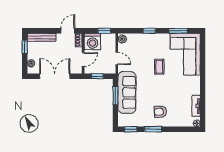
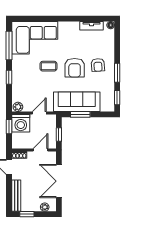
window: (178, 31) -> (9, 46), width x1.44
washing machine: (92, 41) -> (21, 123), moved, turned 90
door: (83, 59) -> (40, 150), hinge flipped
armchair: (158, 90) -> (75, 68), added

